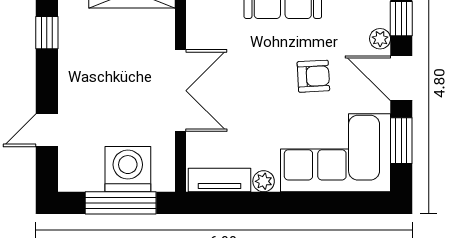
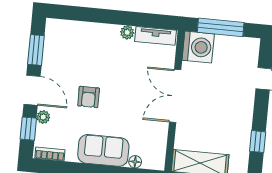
armchair: (313, 76) -> (89, 97), turned -87
corner sofa: (335, 153) -> (79, 46), removed
washing machine: (128, 169) -> (198, 47), moved, turned -90

